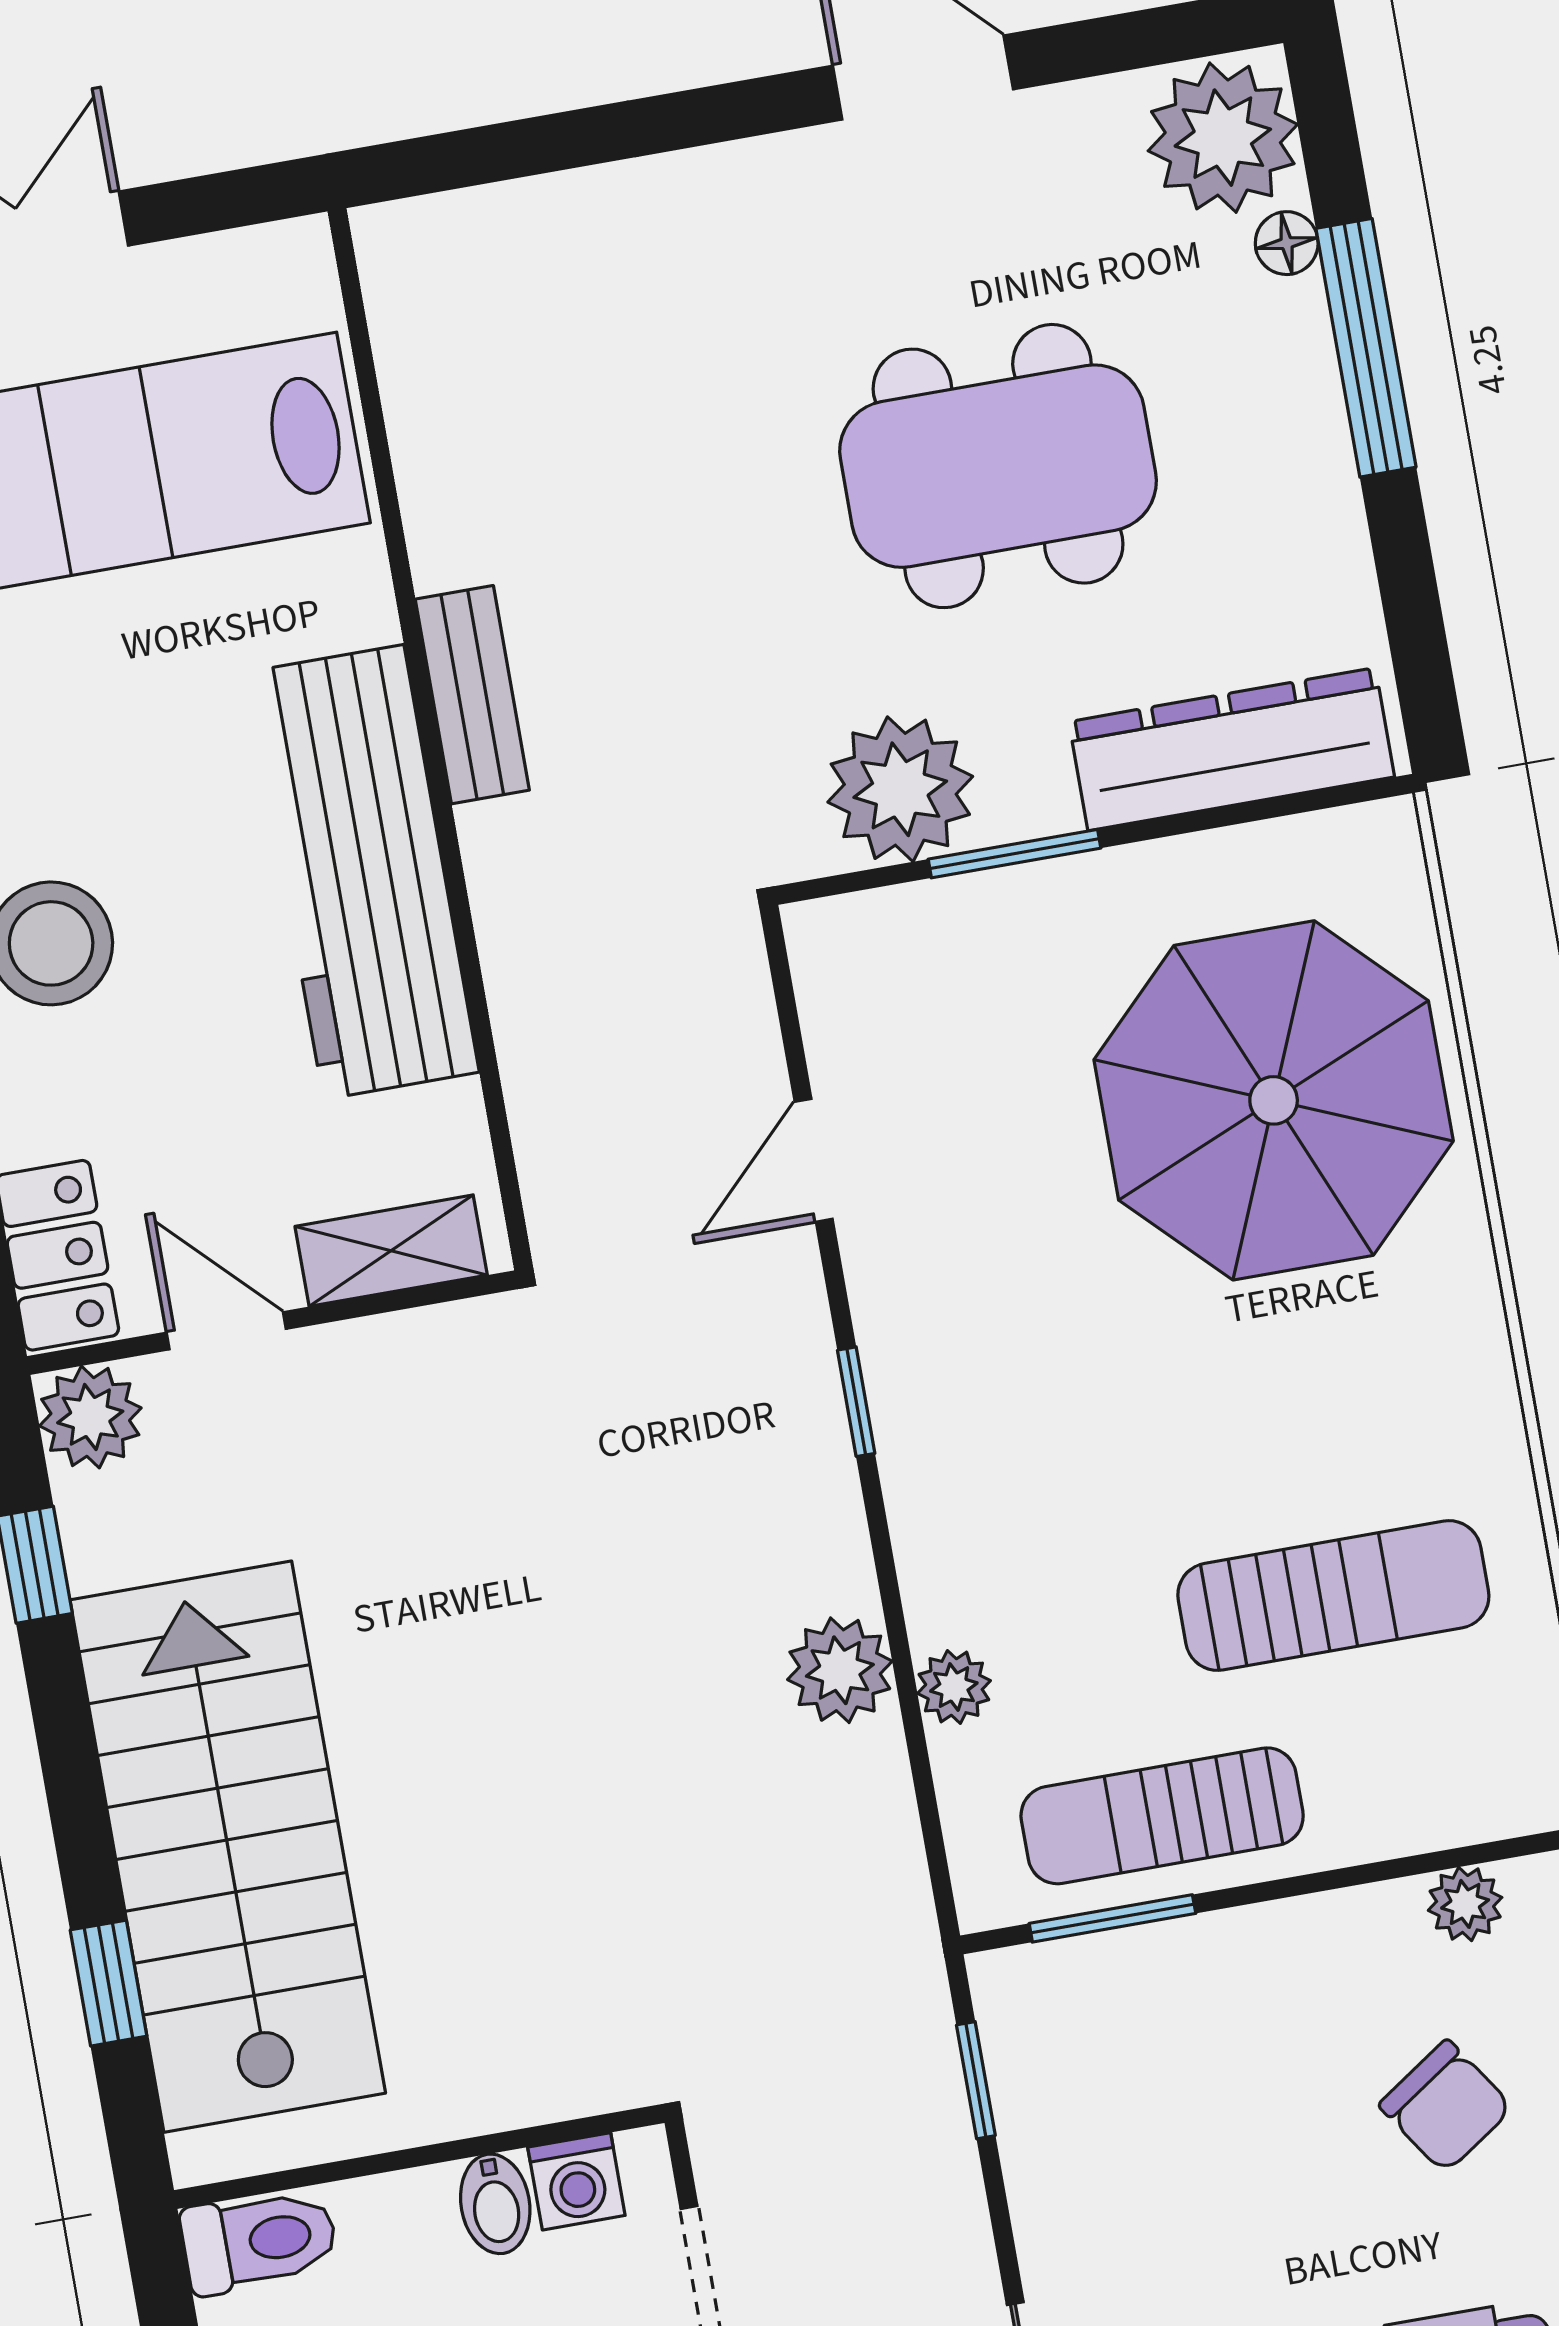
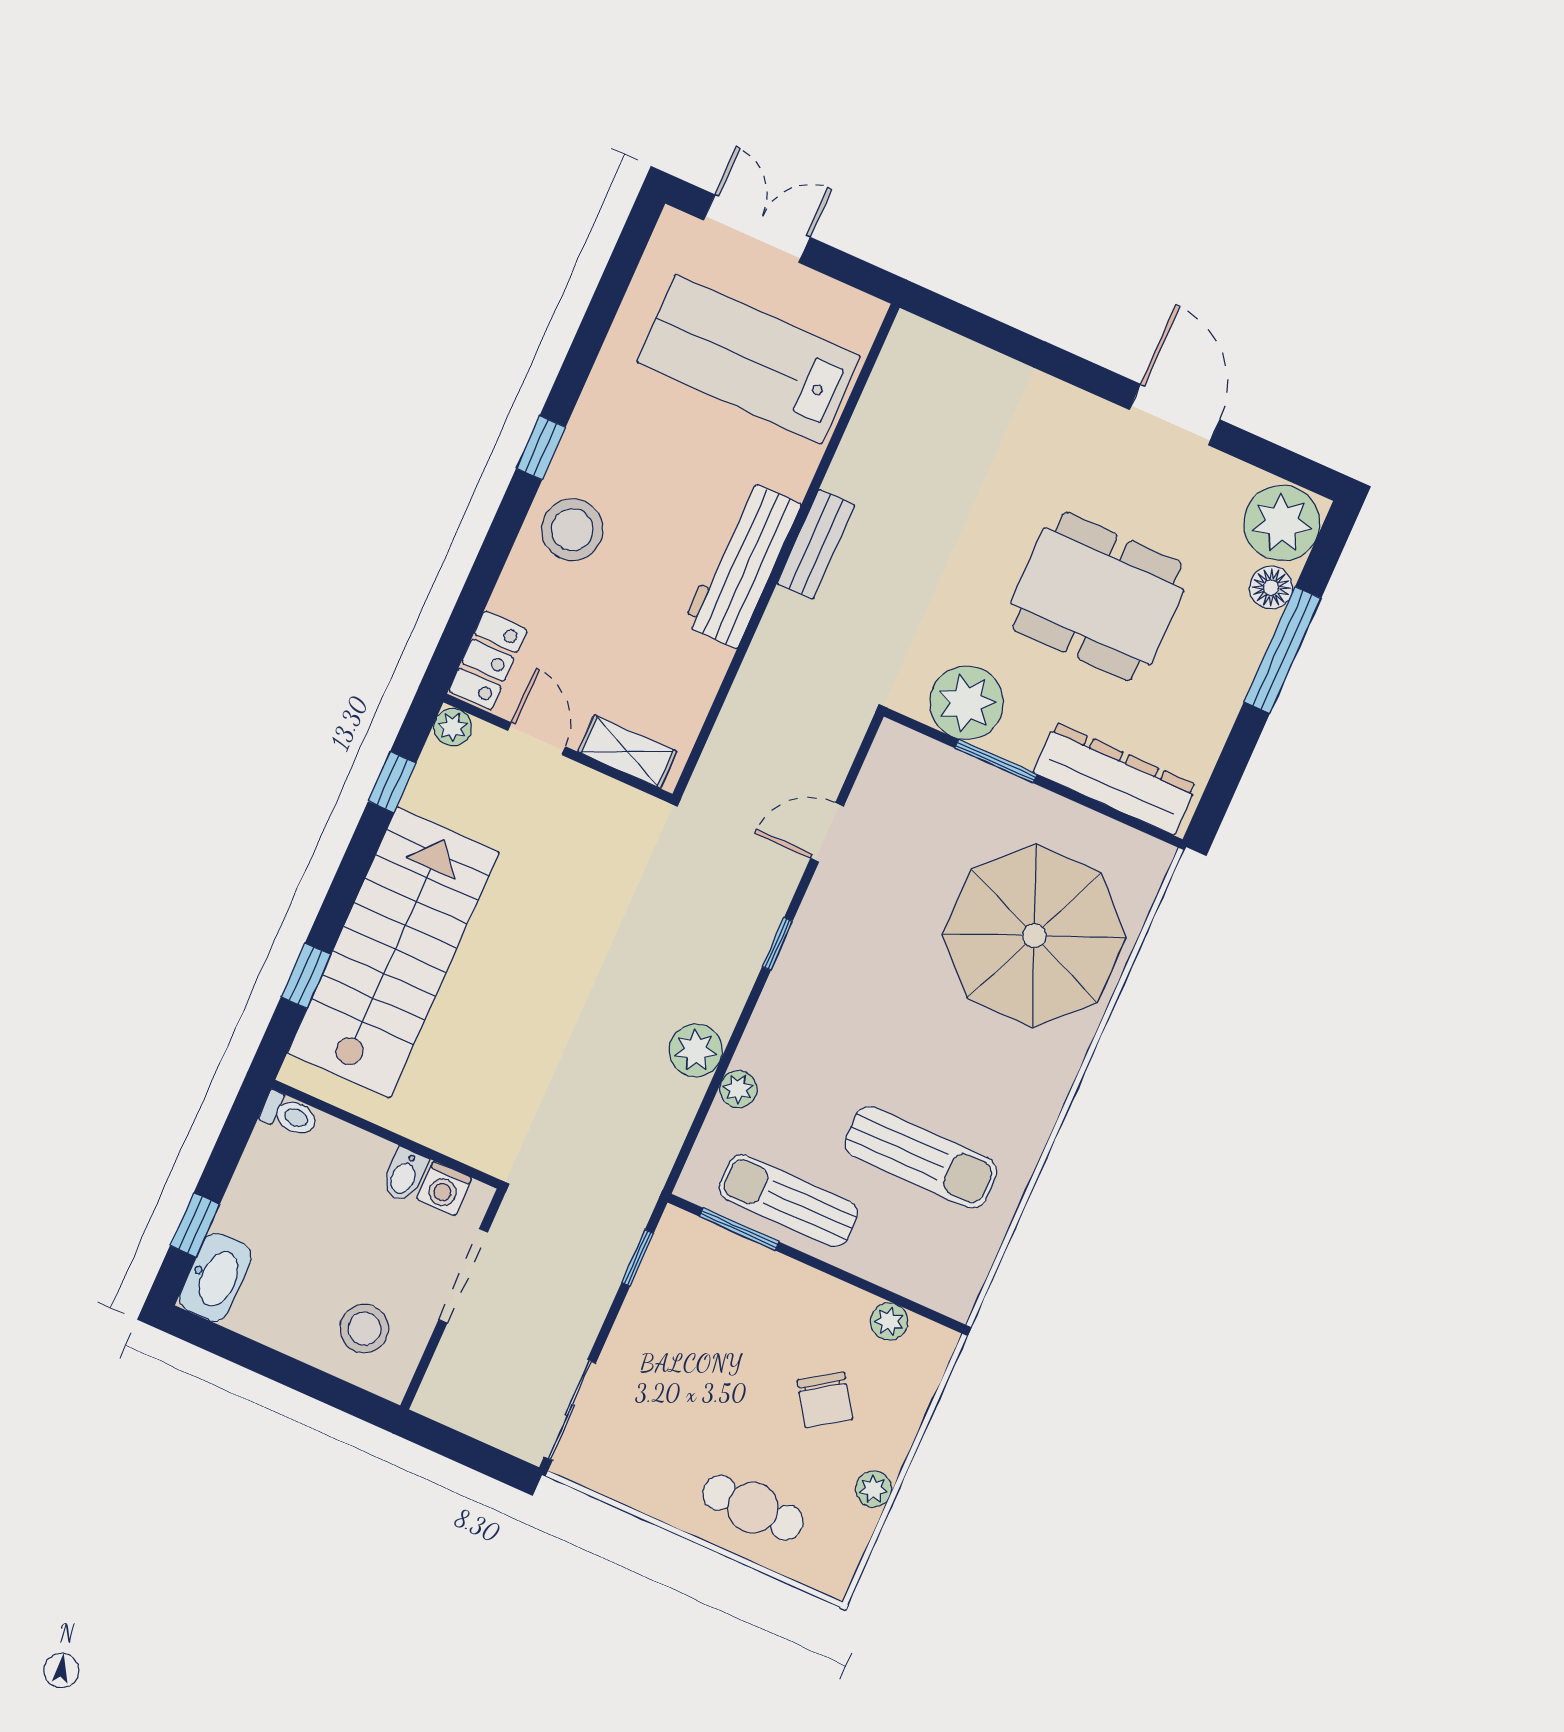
floor lamp: (1287, 243) -> (1271, 588), width x1.37, depth x1.37
workbench: (364, 872) -> (742, 565), width x0.73, depth x0.76
plant: (90, 1417) -> (453, 727), width x0.73, depth x0.73
toilet: (259, 2241) -> (289, 1115), width x0.73, depth x0.72

